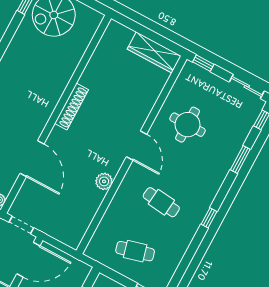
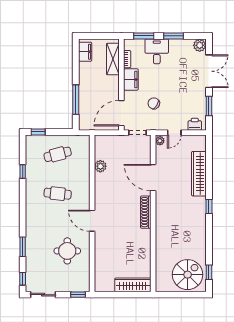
wardrobe: (154, 52) -> (133, 285), moved
shoe rack: (72, 106) -> (146, 212), moved
plant: (104, 181) -> (100, 166), moved
window: (209, 218) -> (23, 172), moved

